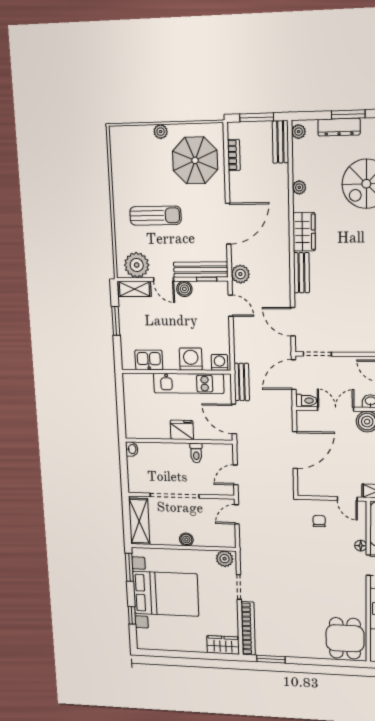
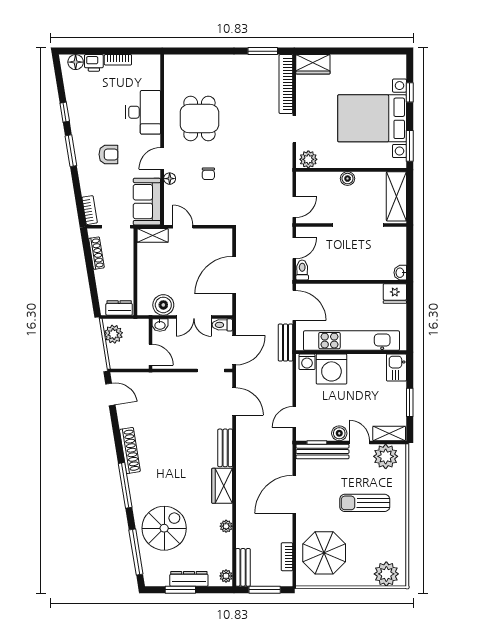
plant: (161, 132) -> (386, 574), moved, width x1.88, depth x1.88
plant: (240, 274) -> (284, 447), removed
door: (231, 306) -> (294, 417), hinge flipped
washing machine: (191, 359) -> (331, 369), width x1.37, depth x1.37
kitchen sink: (149, 360) -> (396, 368), moved, turned 90
kitchen unit: (189, 383) -> (351, 341), width x1.36
fridge: (182, 430) -> (395, 294), moved
toilet: (196, 453) -> (302, 270), moved
chair: (319, 521) -> (208, 174), moved
dining table: (345, 638) -> (199, 119), moved

